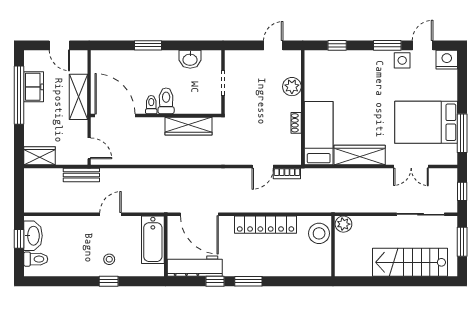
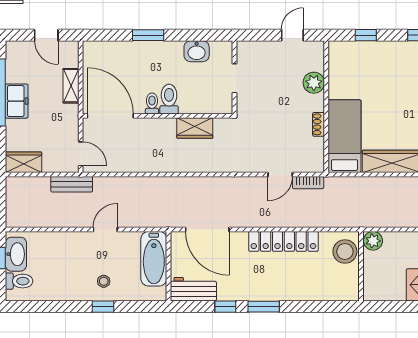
freezer: (34, 87) -> (17, 101), moved
shelving: (78, 97) -> (71, 86), width x0.67, depth x0.75
wardrobe: (188, 126) -> (195, 128), width x0.67
workbench: (195, 266) -> (193, 289), width x0.73

